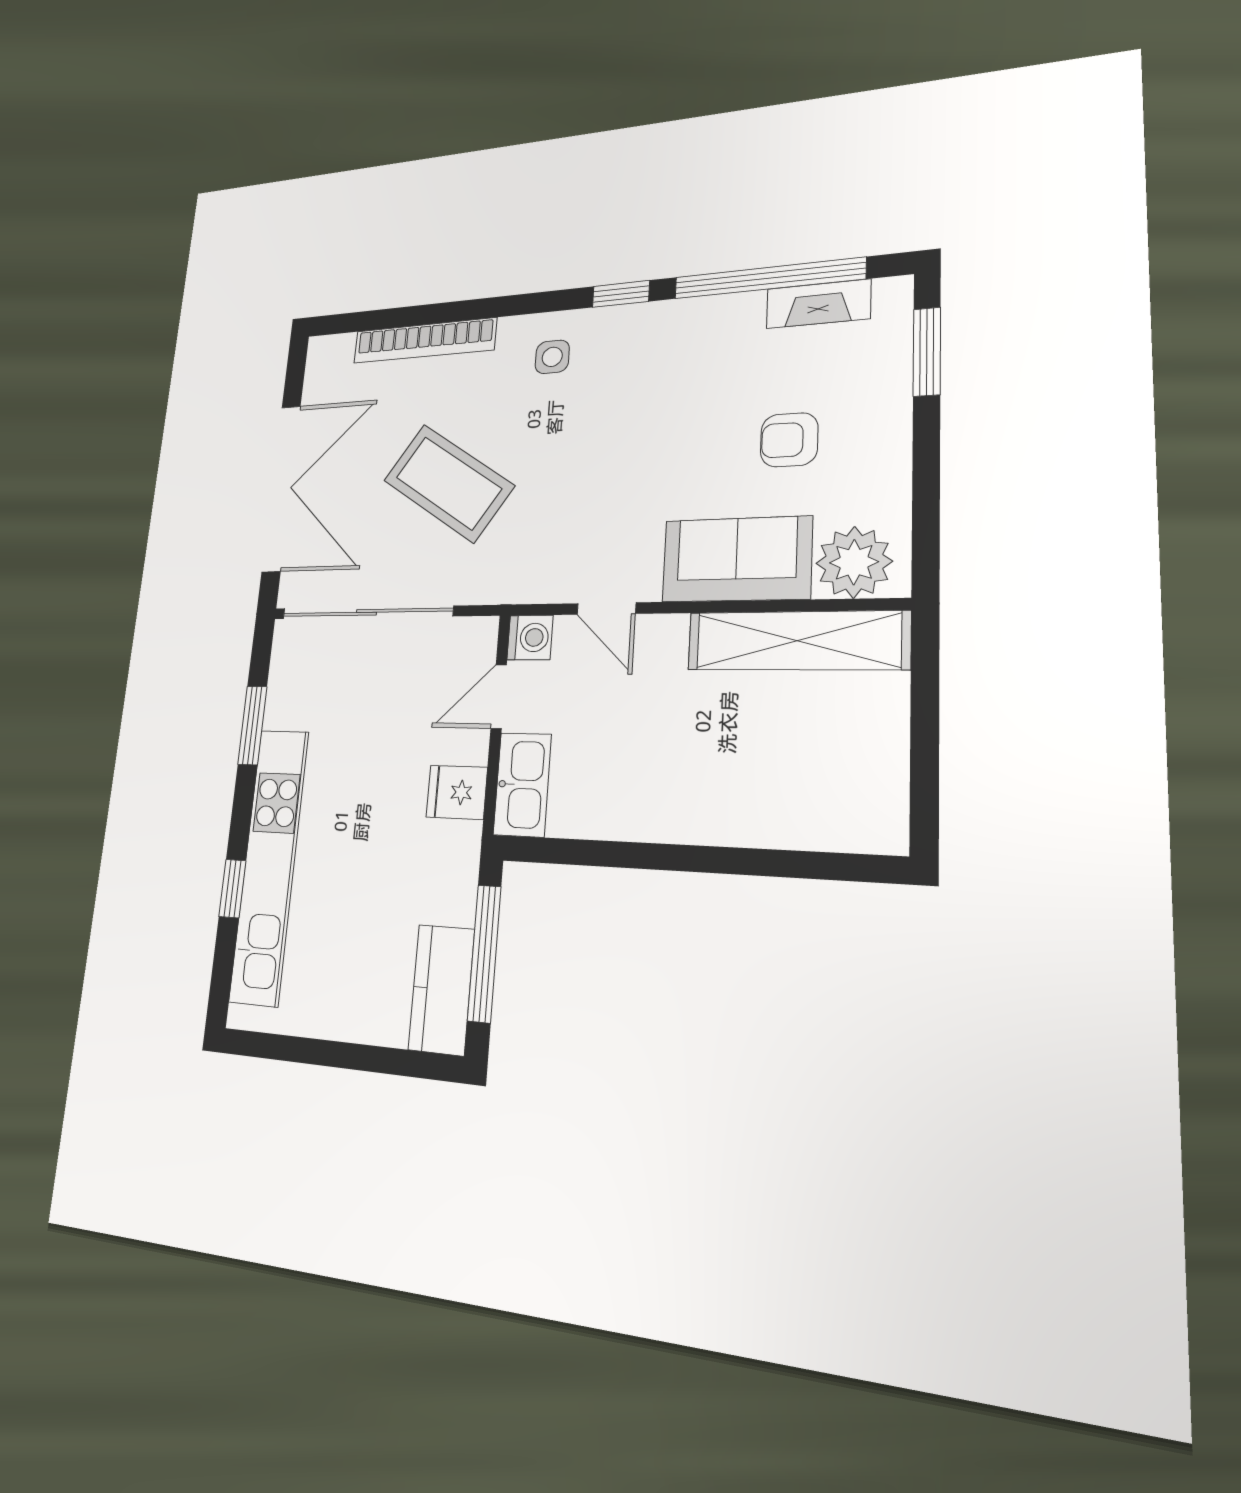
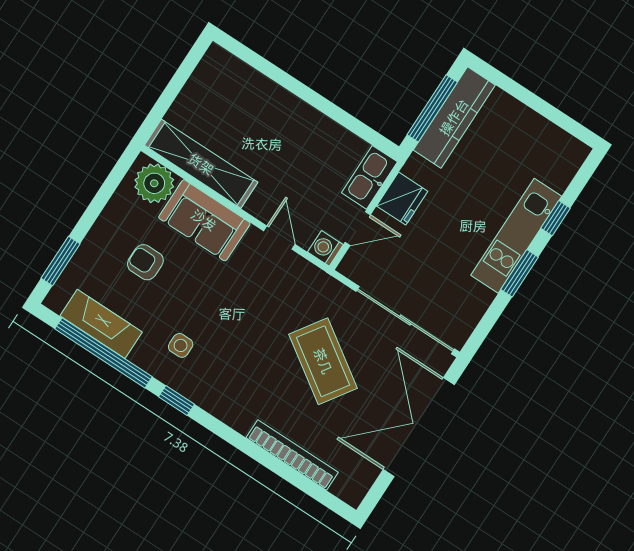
fireplace: (818, 304) -> (101, 324), width x1.37, depth x1.32
side table: (552, 357) -> (181, 345), moved
armchair: (789, 440) -> (145, 262), turned 180
window: (252, 725) -> (519, 273), moved
fridge: (457, 792) -> (402, 199), width x1.38
kitchen unit: (269, 865) -> (516, 236), width x0.73
kitchen counter: (441, 989) -> (454, 117), width x1.50

